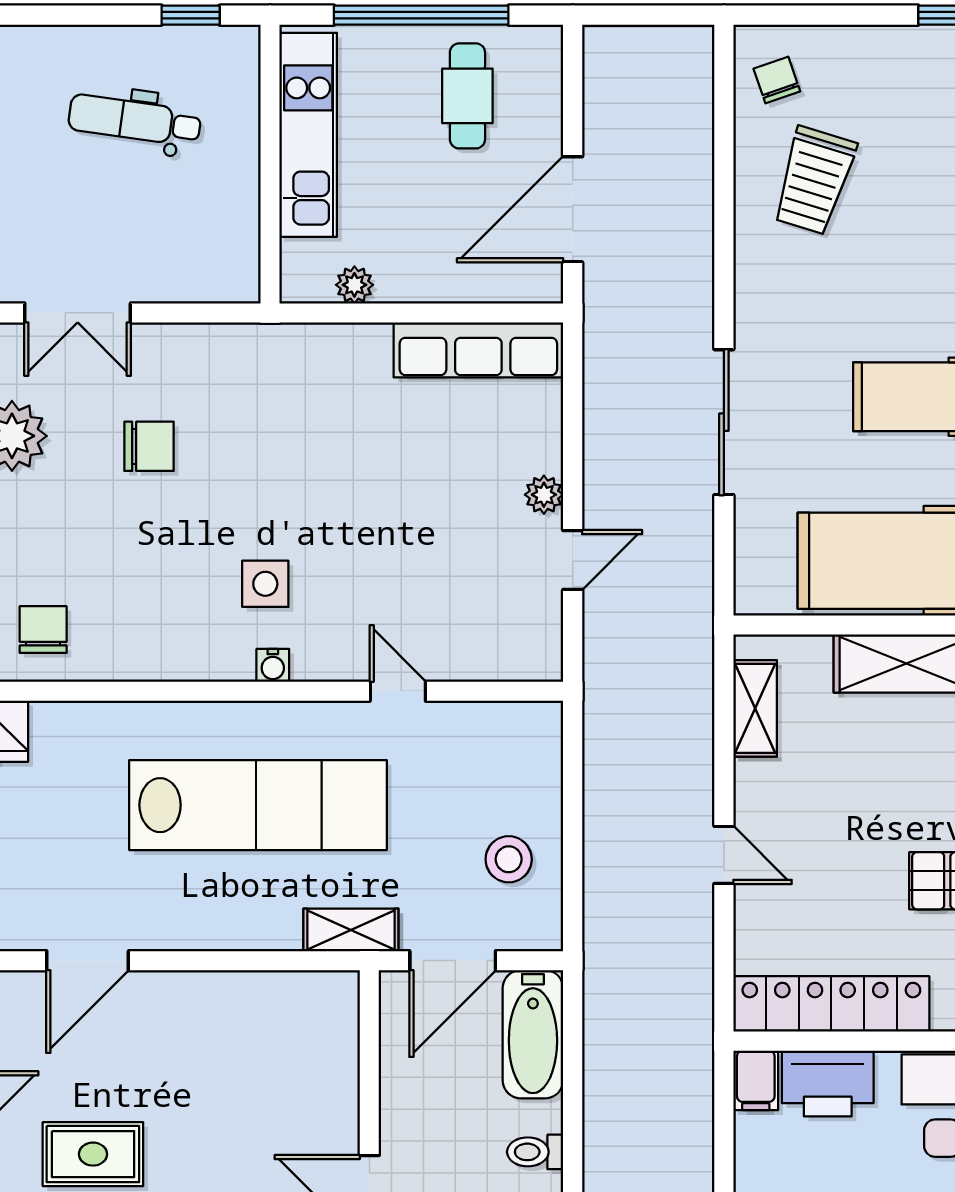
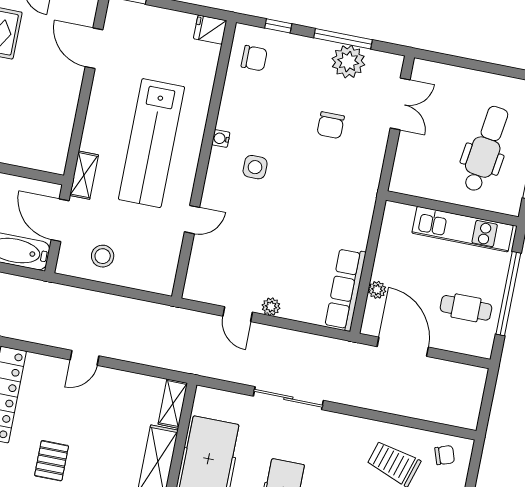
dental chair: (135, 120) -> (486, 149), width x1.36, depth x1.38
plant: (354, 285) -> (377, 290), moved
double door: (78, 313) -> (400, 104), swing flipped
water cooler: (273, 665) -> (221, 138), moved
shelving: (755, 708) -> (173, 404), moved, turned 90

